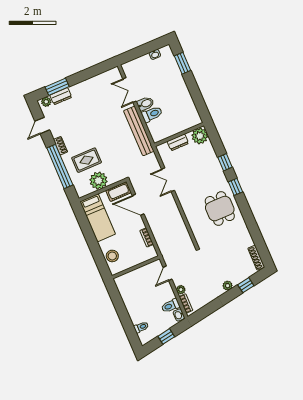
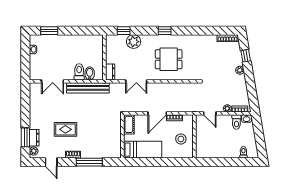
bidet: (145, 104) -> (90, 74), moved
plant: (200, 136) -> (134, 42), moved
dresser: (178, 142) -> (110, 72), moved
rug: (87, 160) -> (65, 129), moved, turned 90
window: (225, 162) -> (124, 31), moved
window: (60, 166) -> (89, 162), width x0.68
plant: (98, 181) -> (113, 136), removed
door: (138, 205) -> (157, 113), moved
dining table: (220, 209) -> (169, 59), moved
stool: (112, 256) -> (181, 139), moved
window: (166, 336) -> (259, 136), removed

